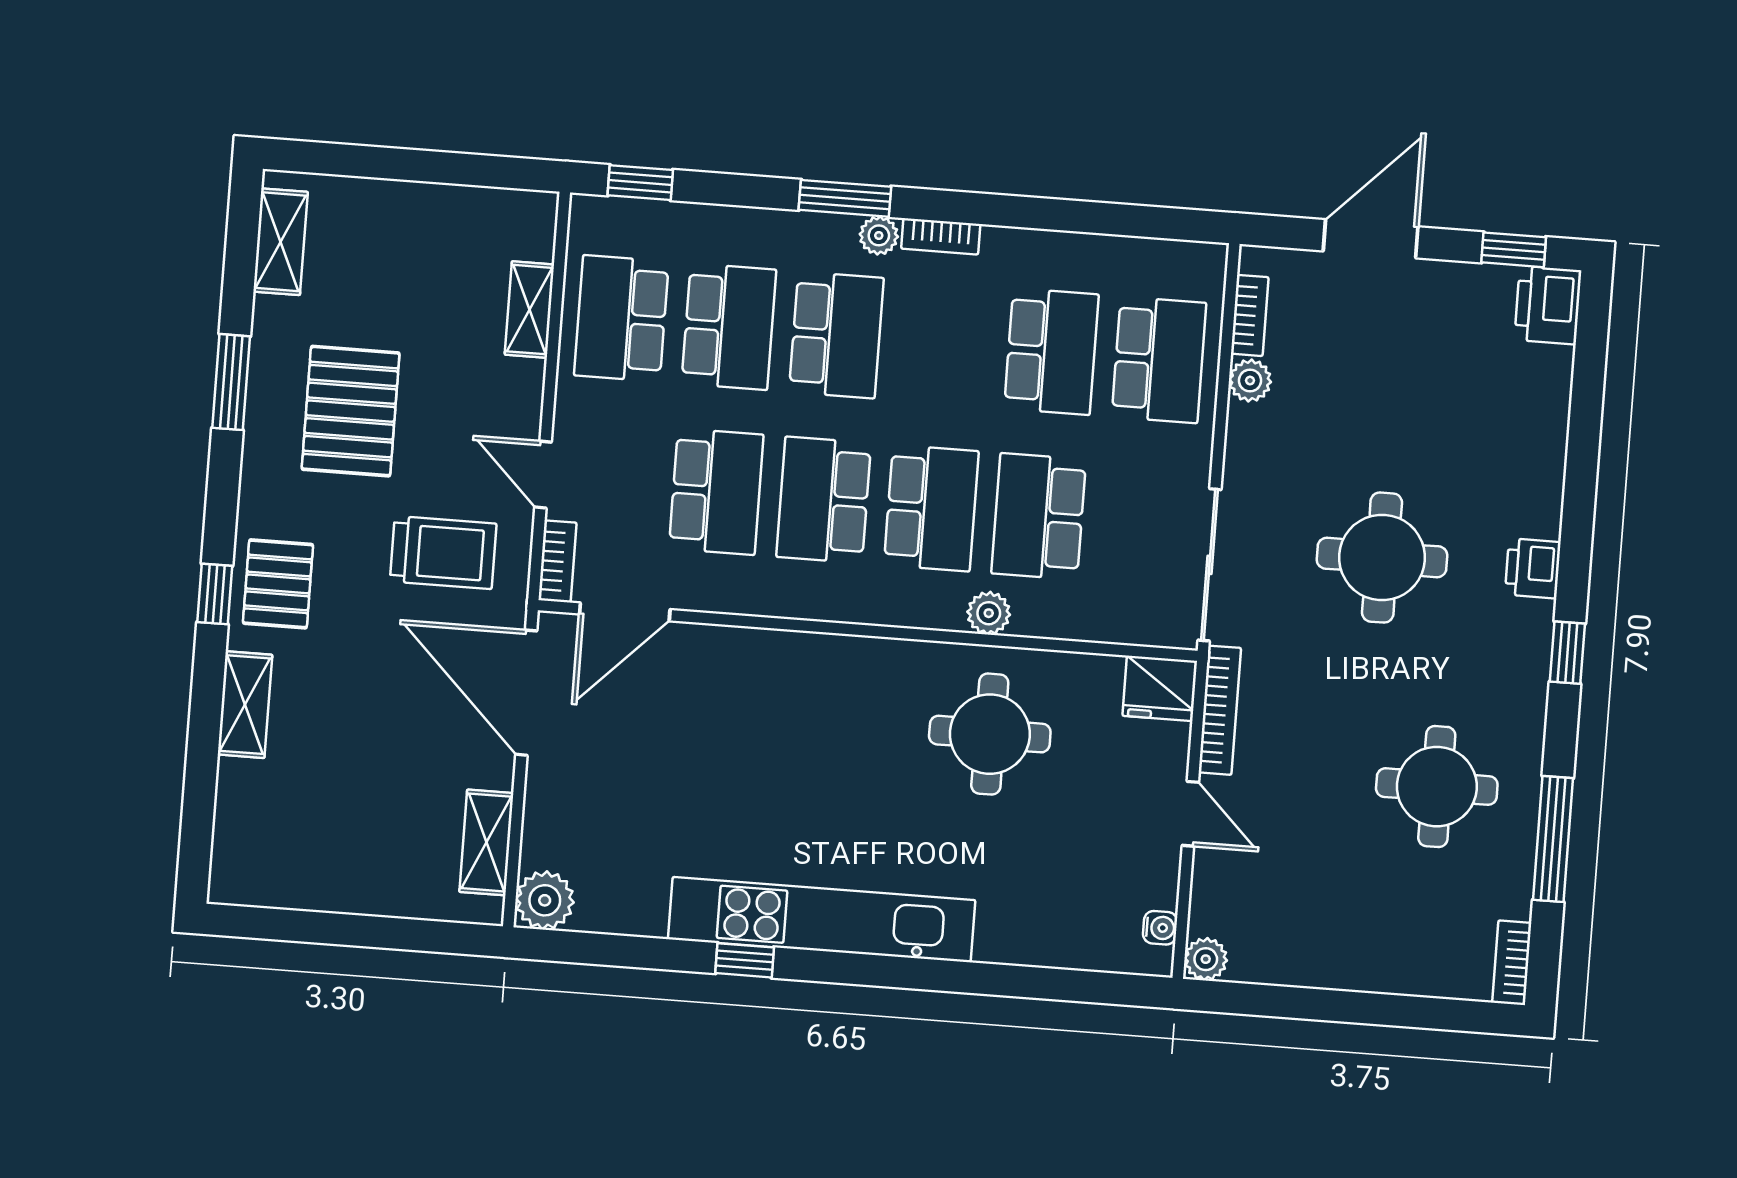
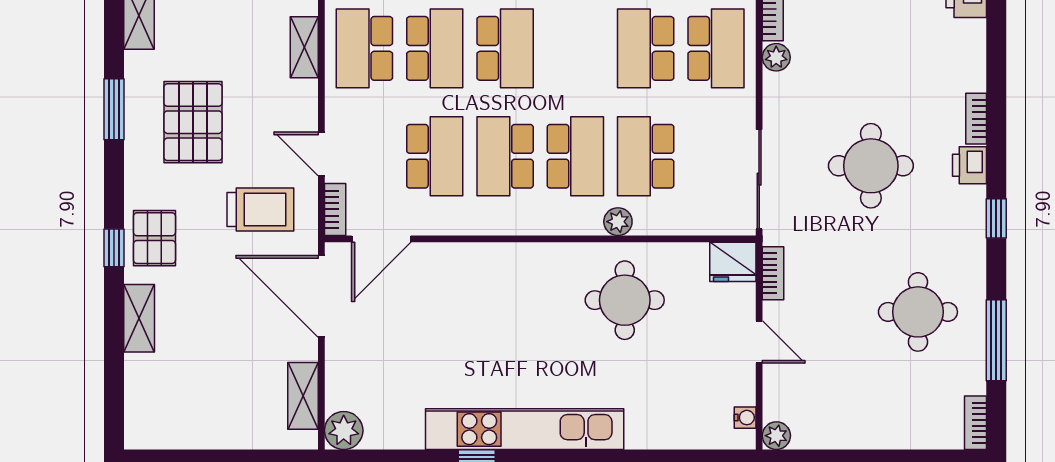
school desk: (1051, 352) -> (646, 48), turned 180
bookcase: (1548, 498) -> (976, 119), added
bookcase: (1220, 710) -> (773, 273), width x0.64

